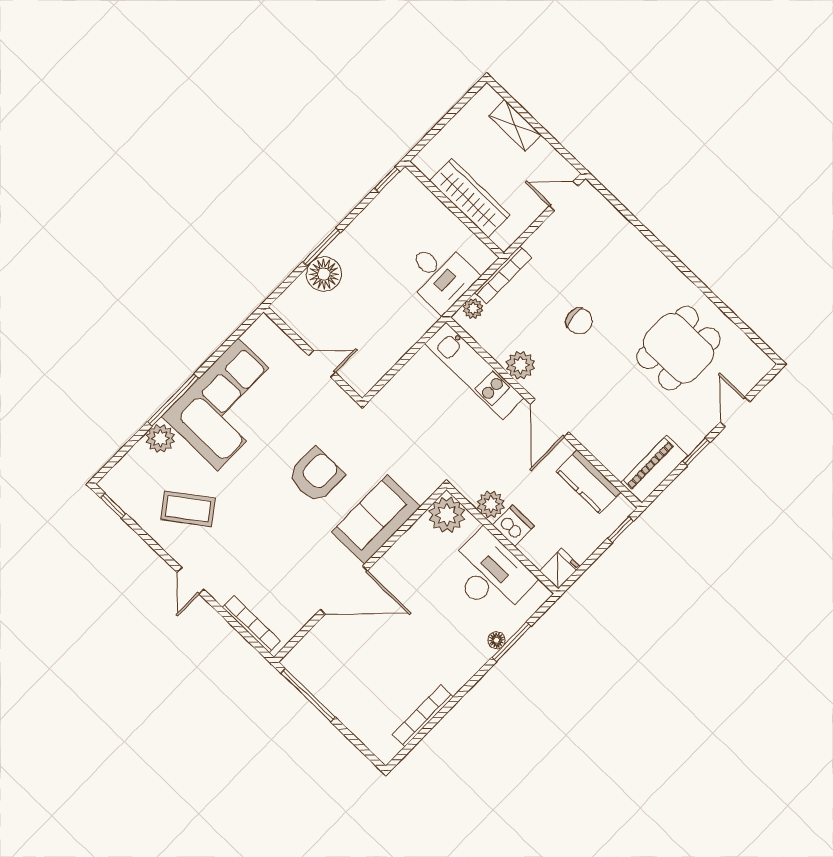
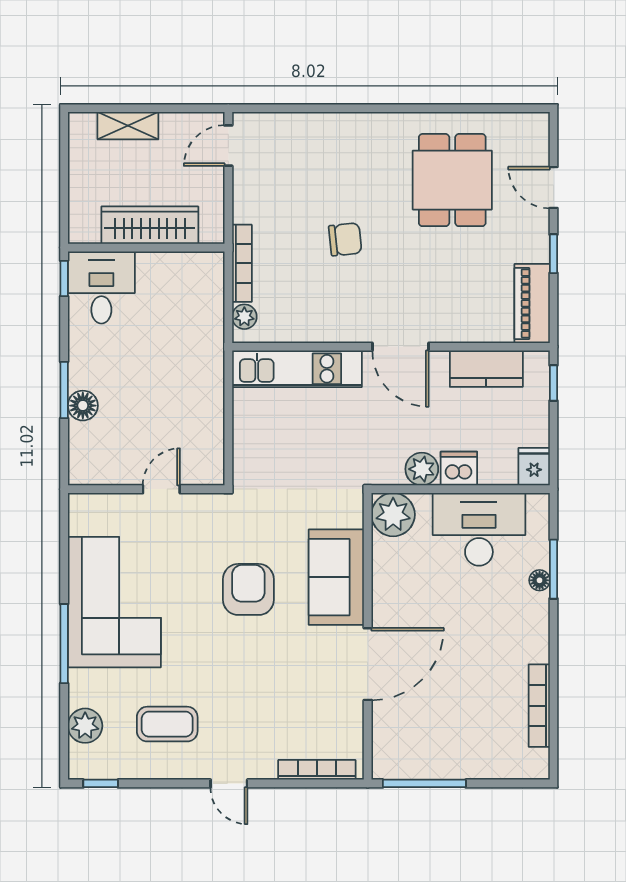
floor lamp: (324, 274) -> (83, 406), width x0.73, depth x0.73
desk: (440, 275) -> (101, 287), moved, turned -90
plant: (520, 365) -> (332, 326), removed
plant: (160, 438) -> (85, 726), moved
coffee table: (188, 509) -> (167, 724), turned 36

